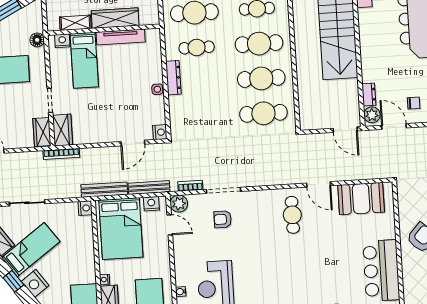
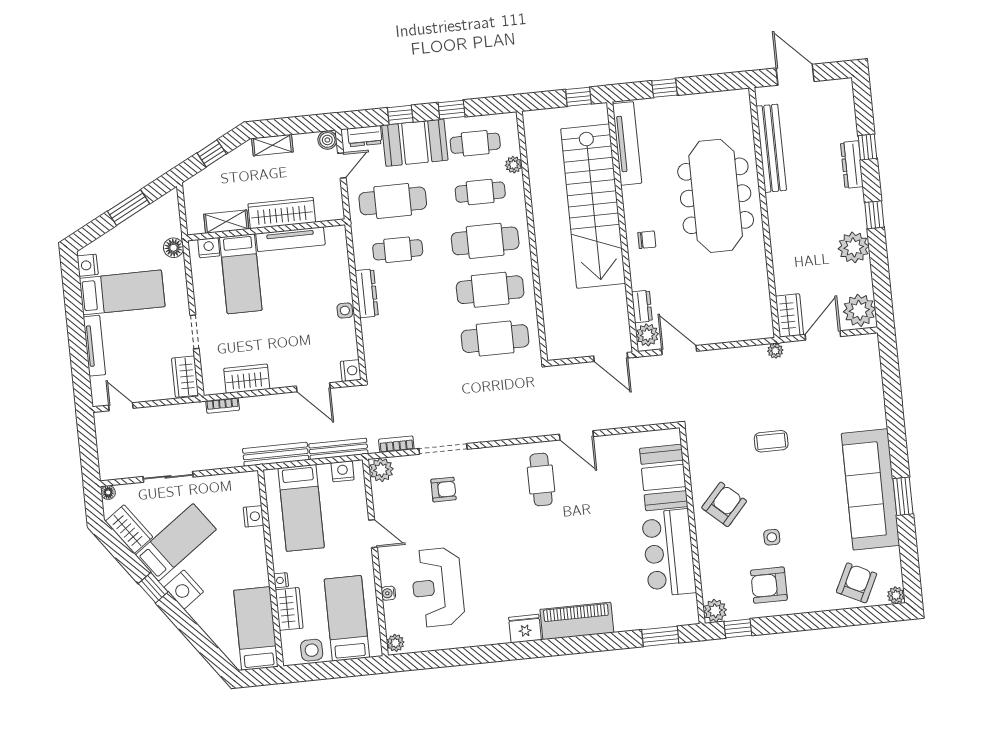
chair: (414, 103) -> (647, 240), moved
wardrobe: (63, 130) -> (247, 379), moved, turned -90
door: (133, 143) -> (313, 387), hinge flipped
bookcase: (61, 154) -> (223, 405), width x0.64
booth: (361, 199) -> (664, 477), moved, turned 90
nightstand: (85, 208) -> (253, 516), moved
armchair: (223, 219) -> (443, 490), turned 180
door: (170, 225) -> (373, 534), moved
bed: (121, 229) -> (301, 508), width x0.67

